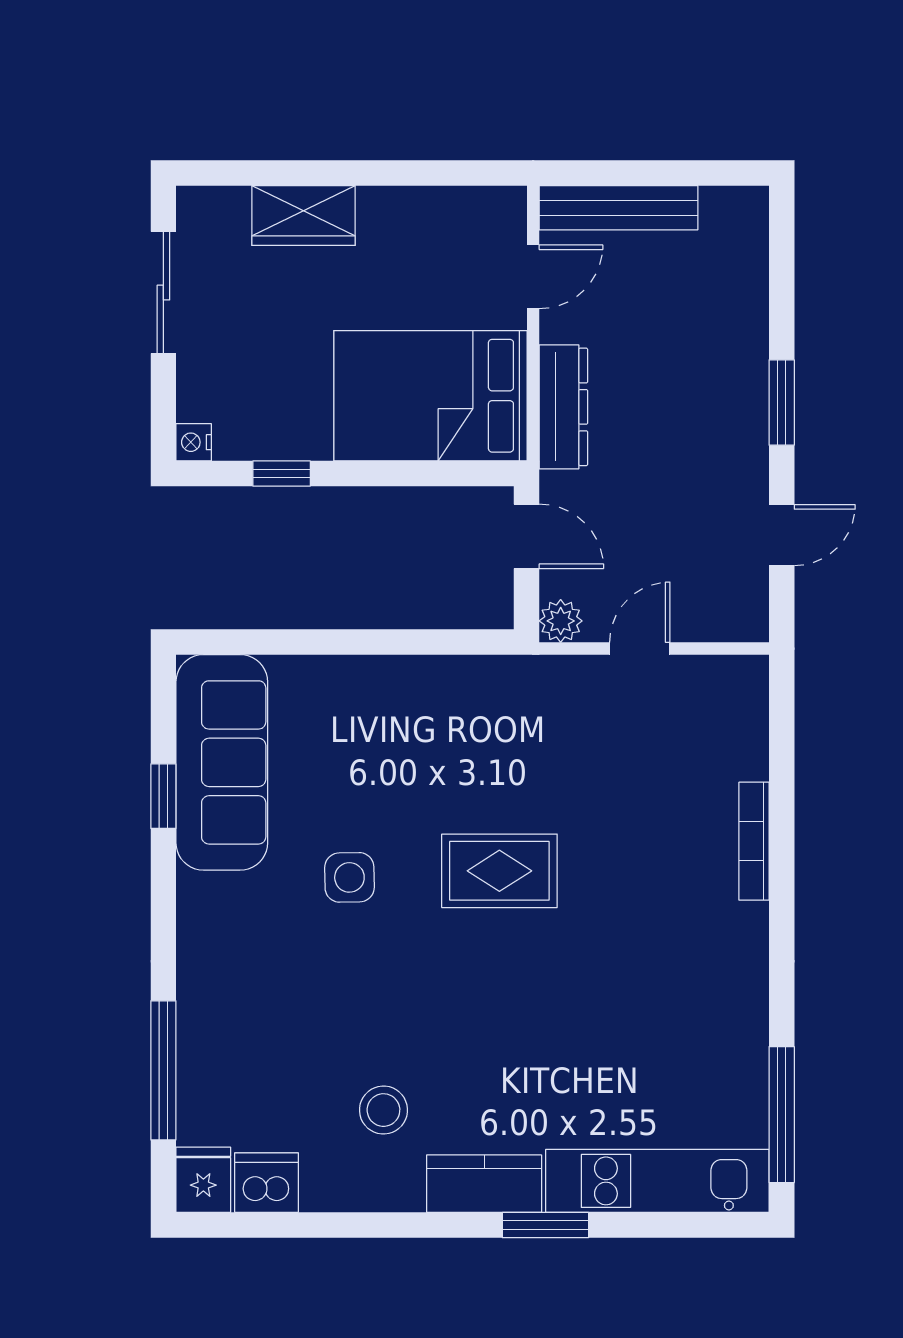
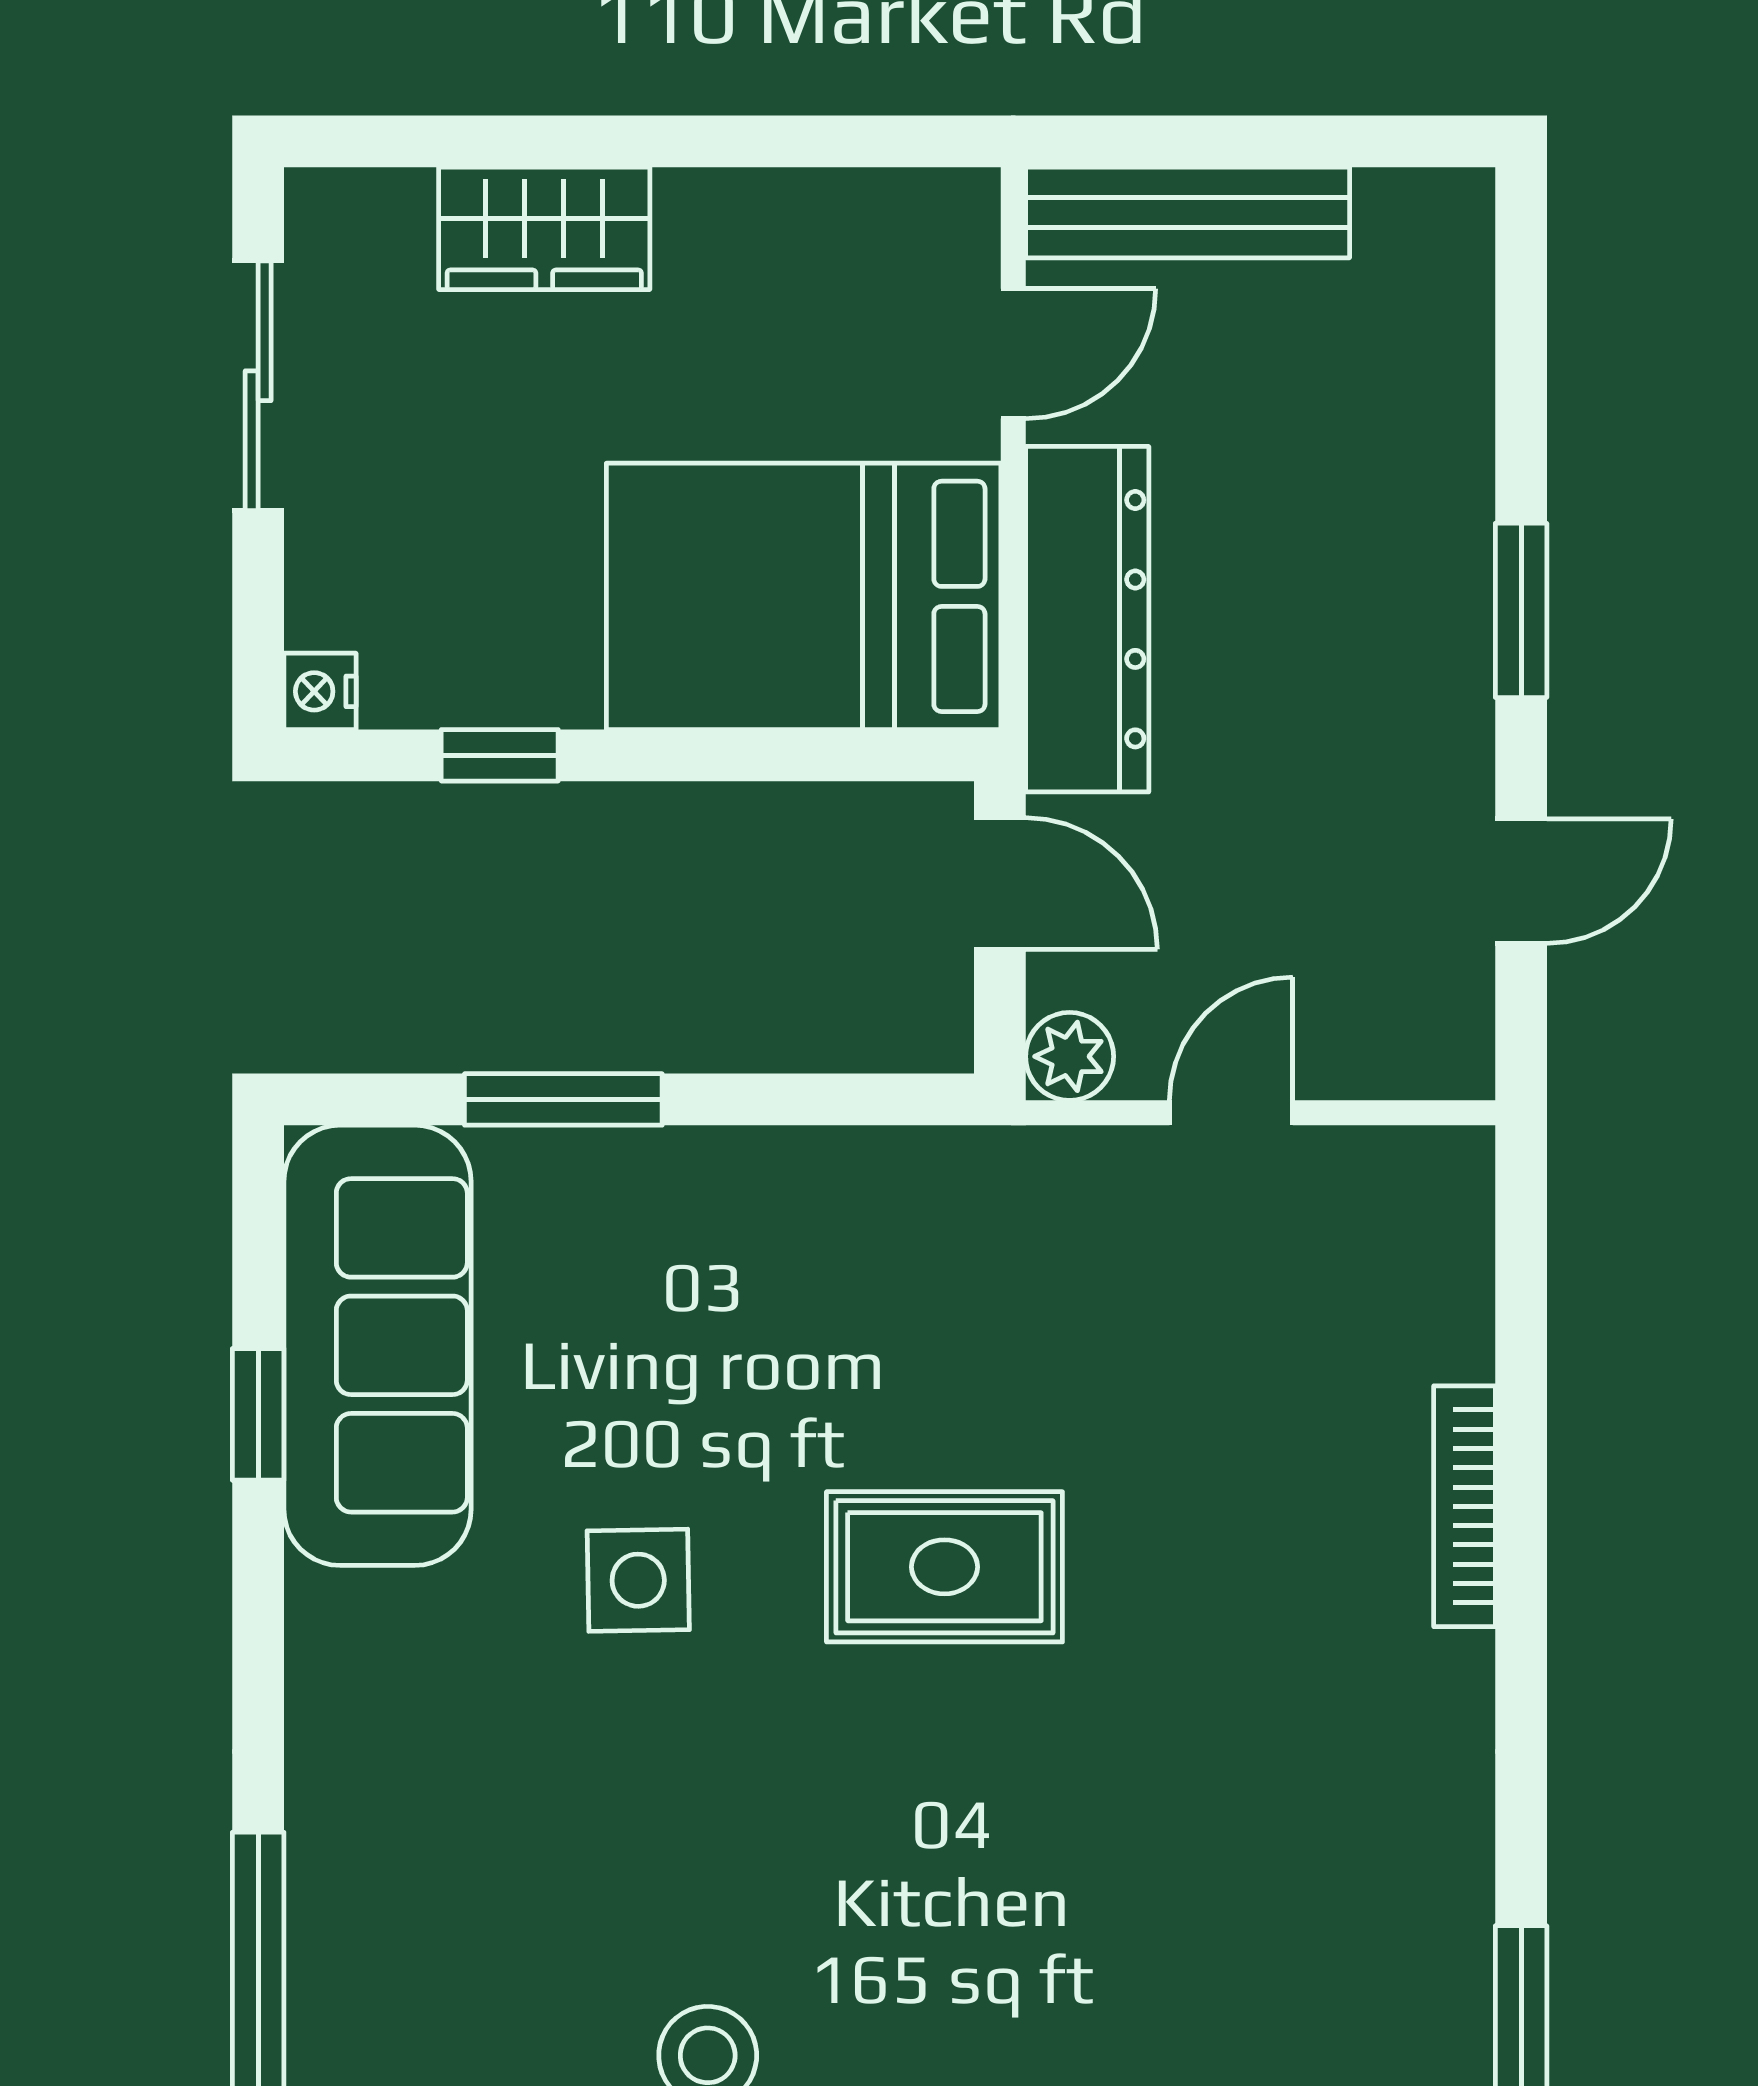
dresser: (563, 407) -> (1087, 619), width x1.37, depth x1.24
window: (313, 642) -> (563, 1099), added

